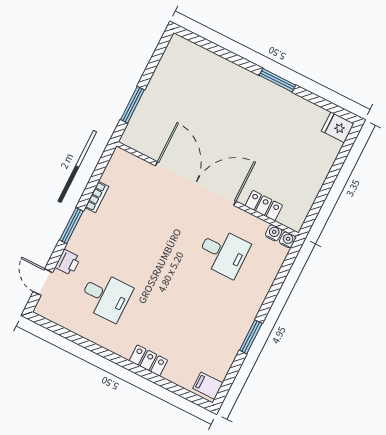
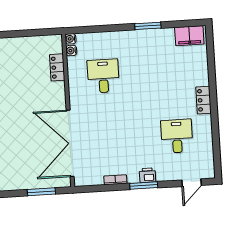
double door: (196, 183) -> (70, 143), moved
printer: (68, 262) -> (147, 175), moved
locker: (148, 360) -> (203, 100), moved
filing cabinet: (208, 386) -> (189, 36), width x2.00

